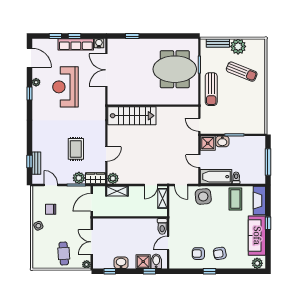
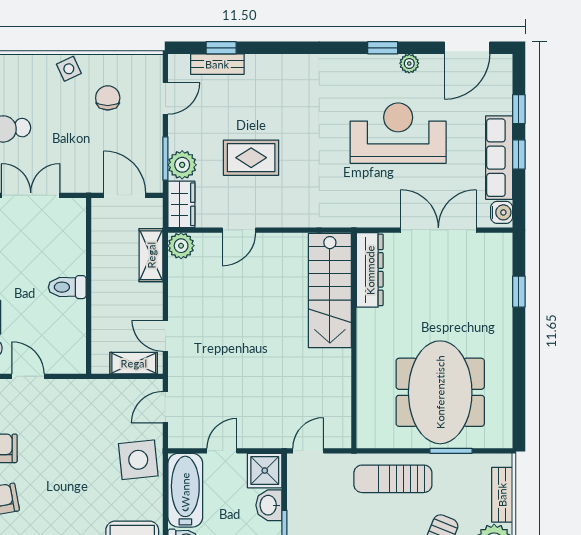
dresser: (123, 99) -> (370, 270), added
door: (106, 154) -> (239, 230), hinge flipped
toilet: (162, 226) -> (67, 287), moved

